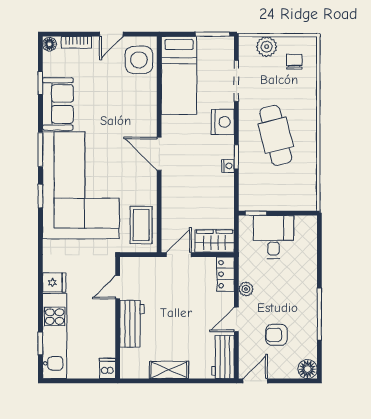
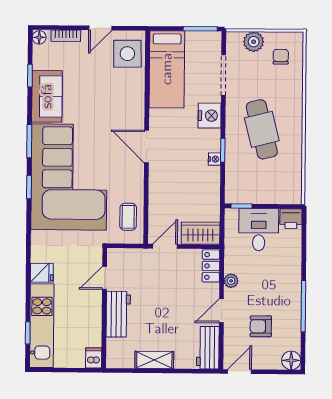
coffee table: (141, 225) -> (128, 217), width x0.73, depth x0.77
printer: (306, 225) -> (291, 219), added

